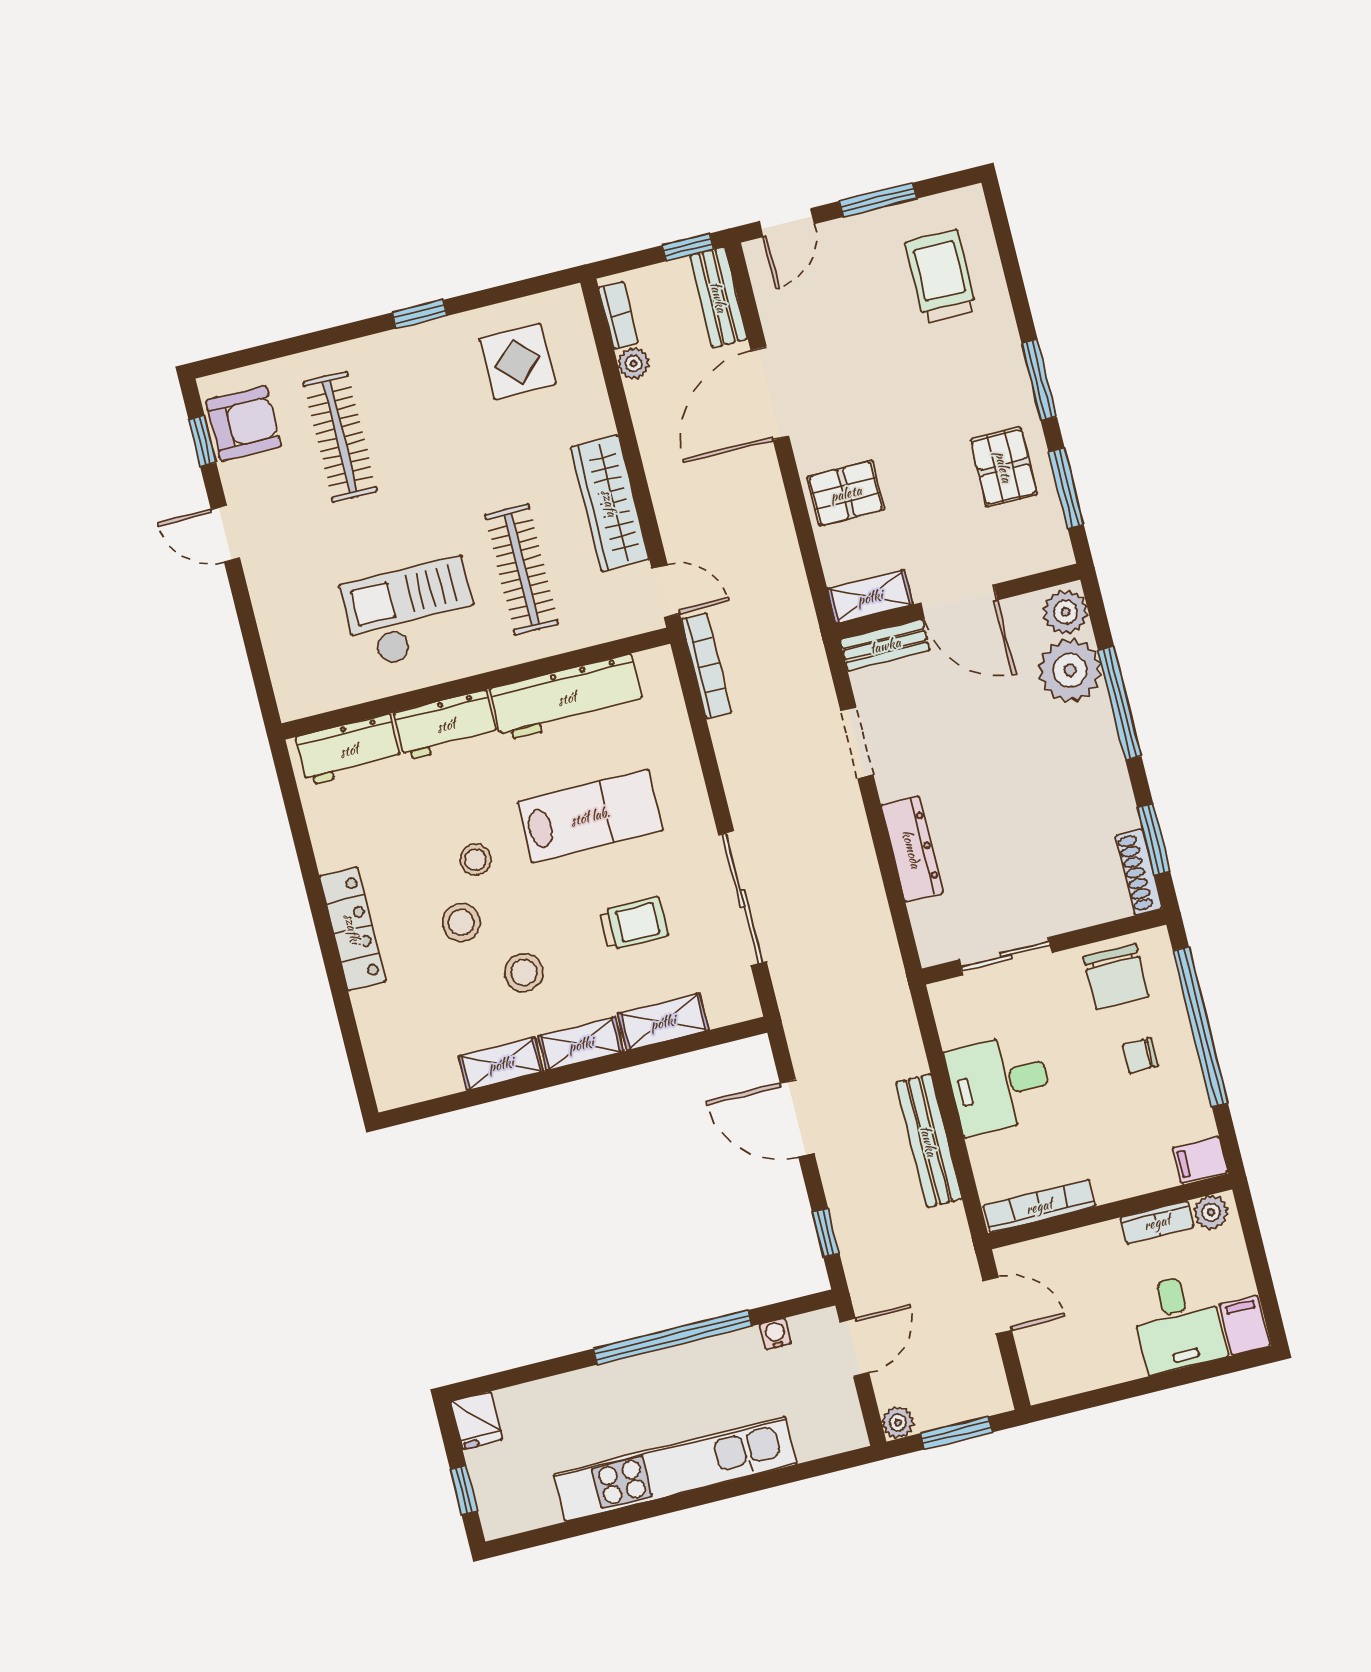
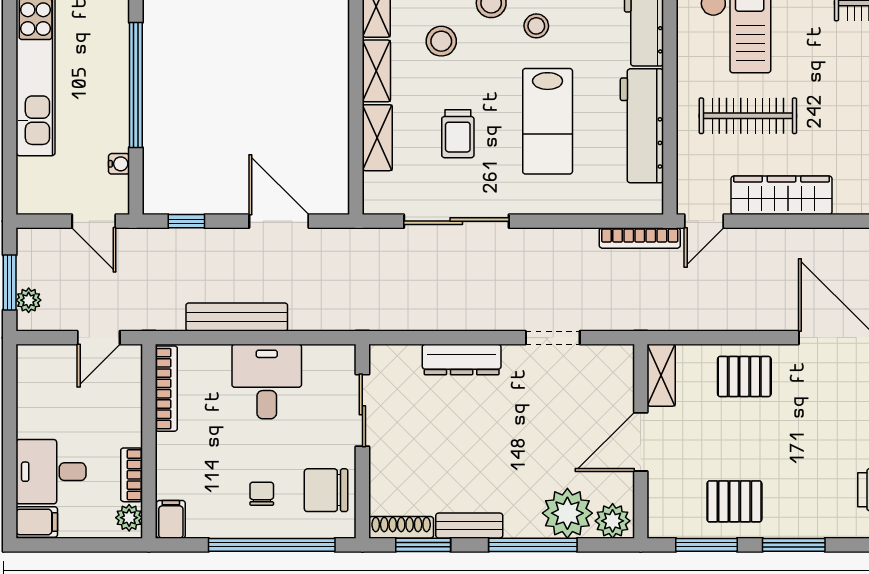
pallet: (846, 493) -> (744, 376), turned 90
bench: (885, 645) -> (469, 526), moved, turned 90
door: (797, 1118) -> (279, 221), hinge flipped
plant: (898, 1423) -> (29, 300), moved

